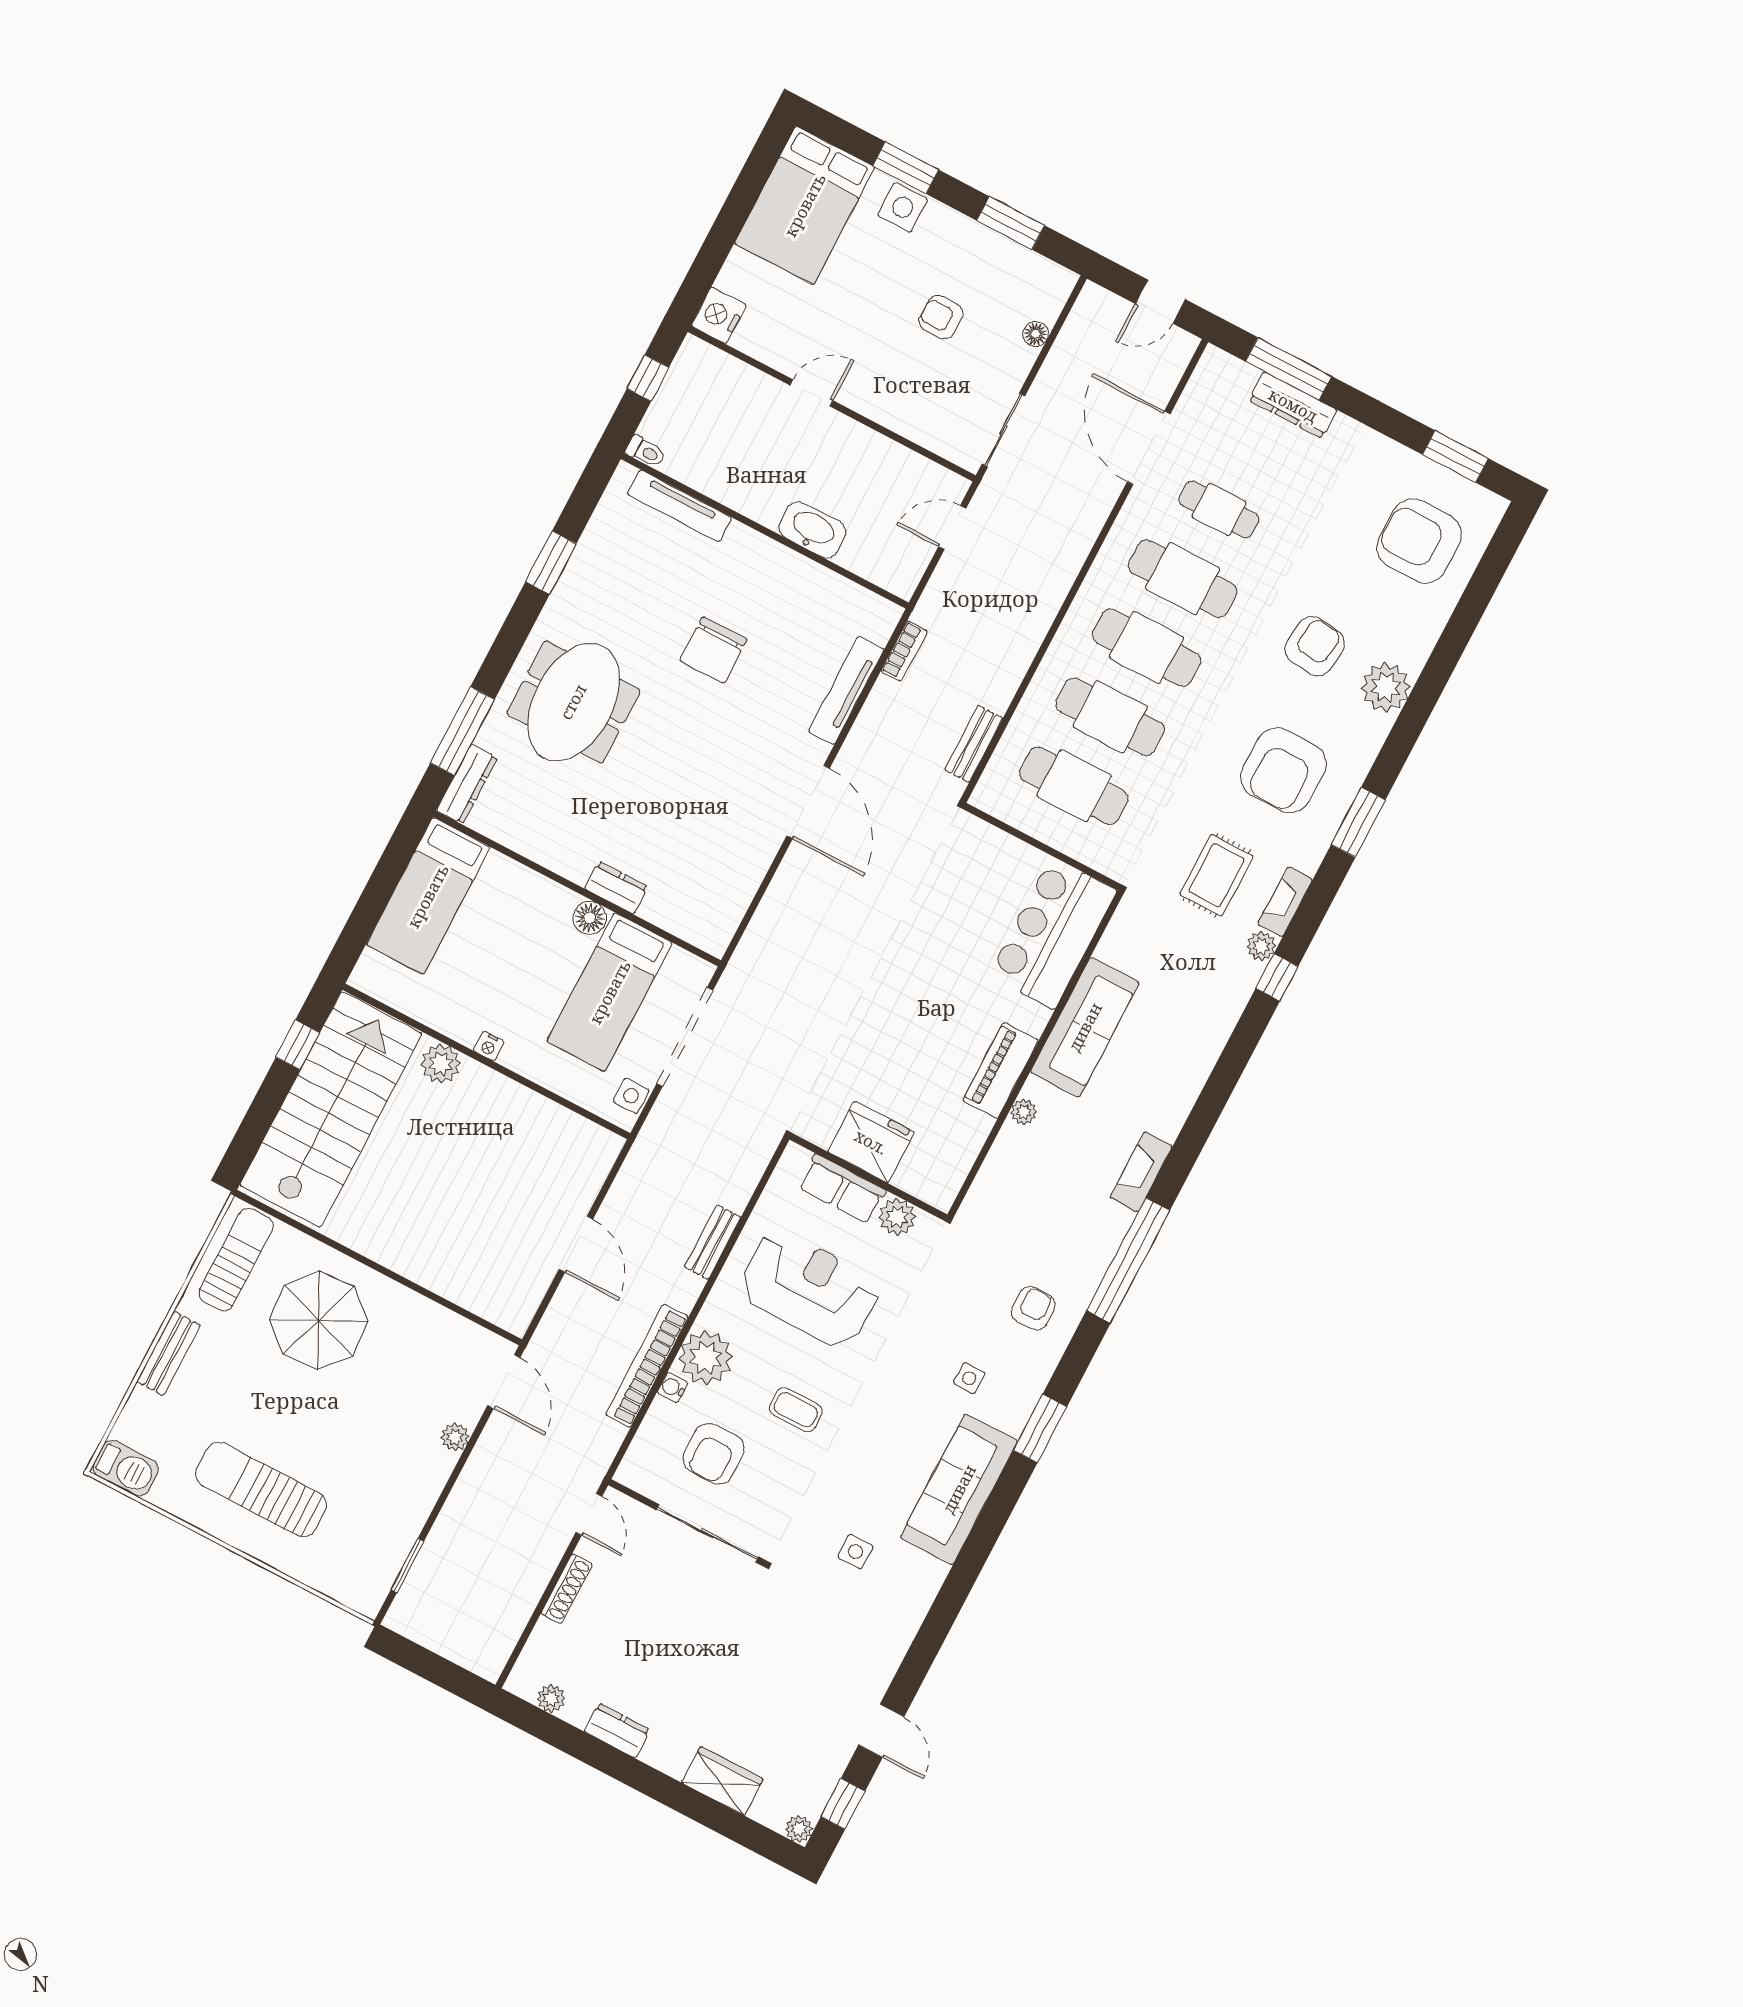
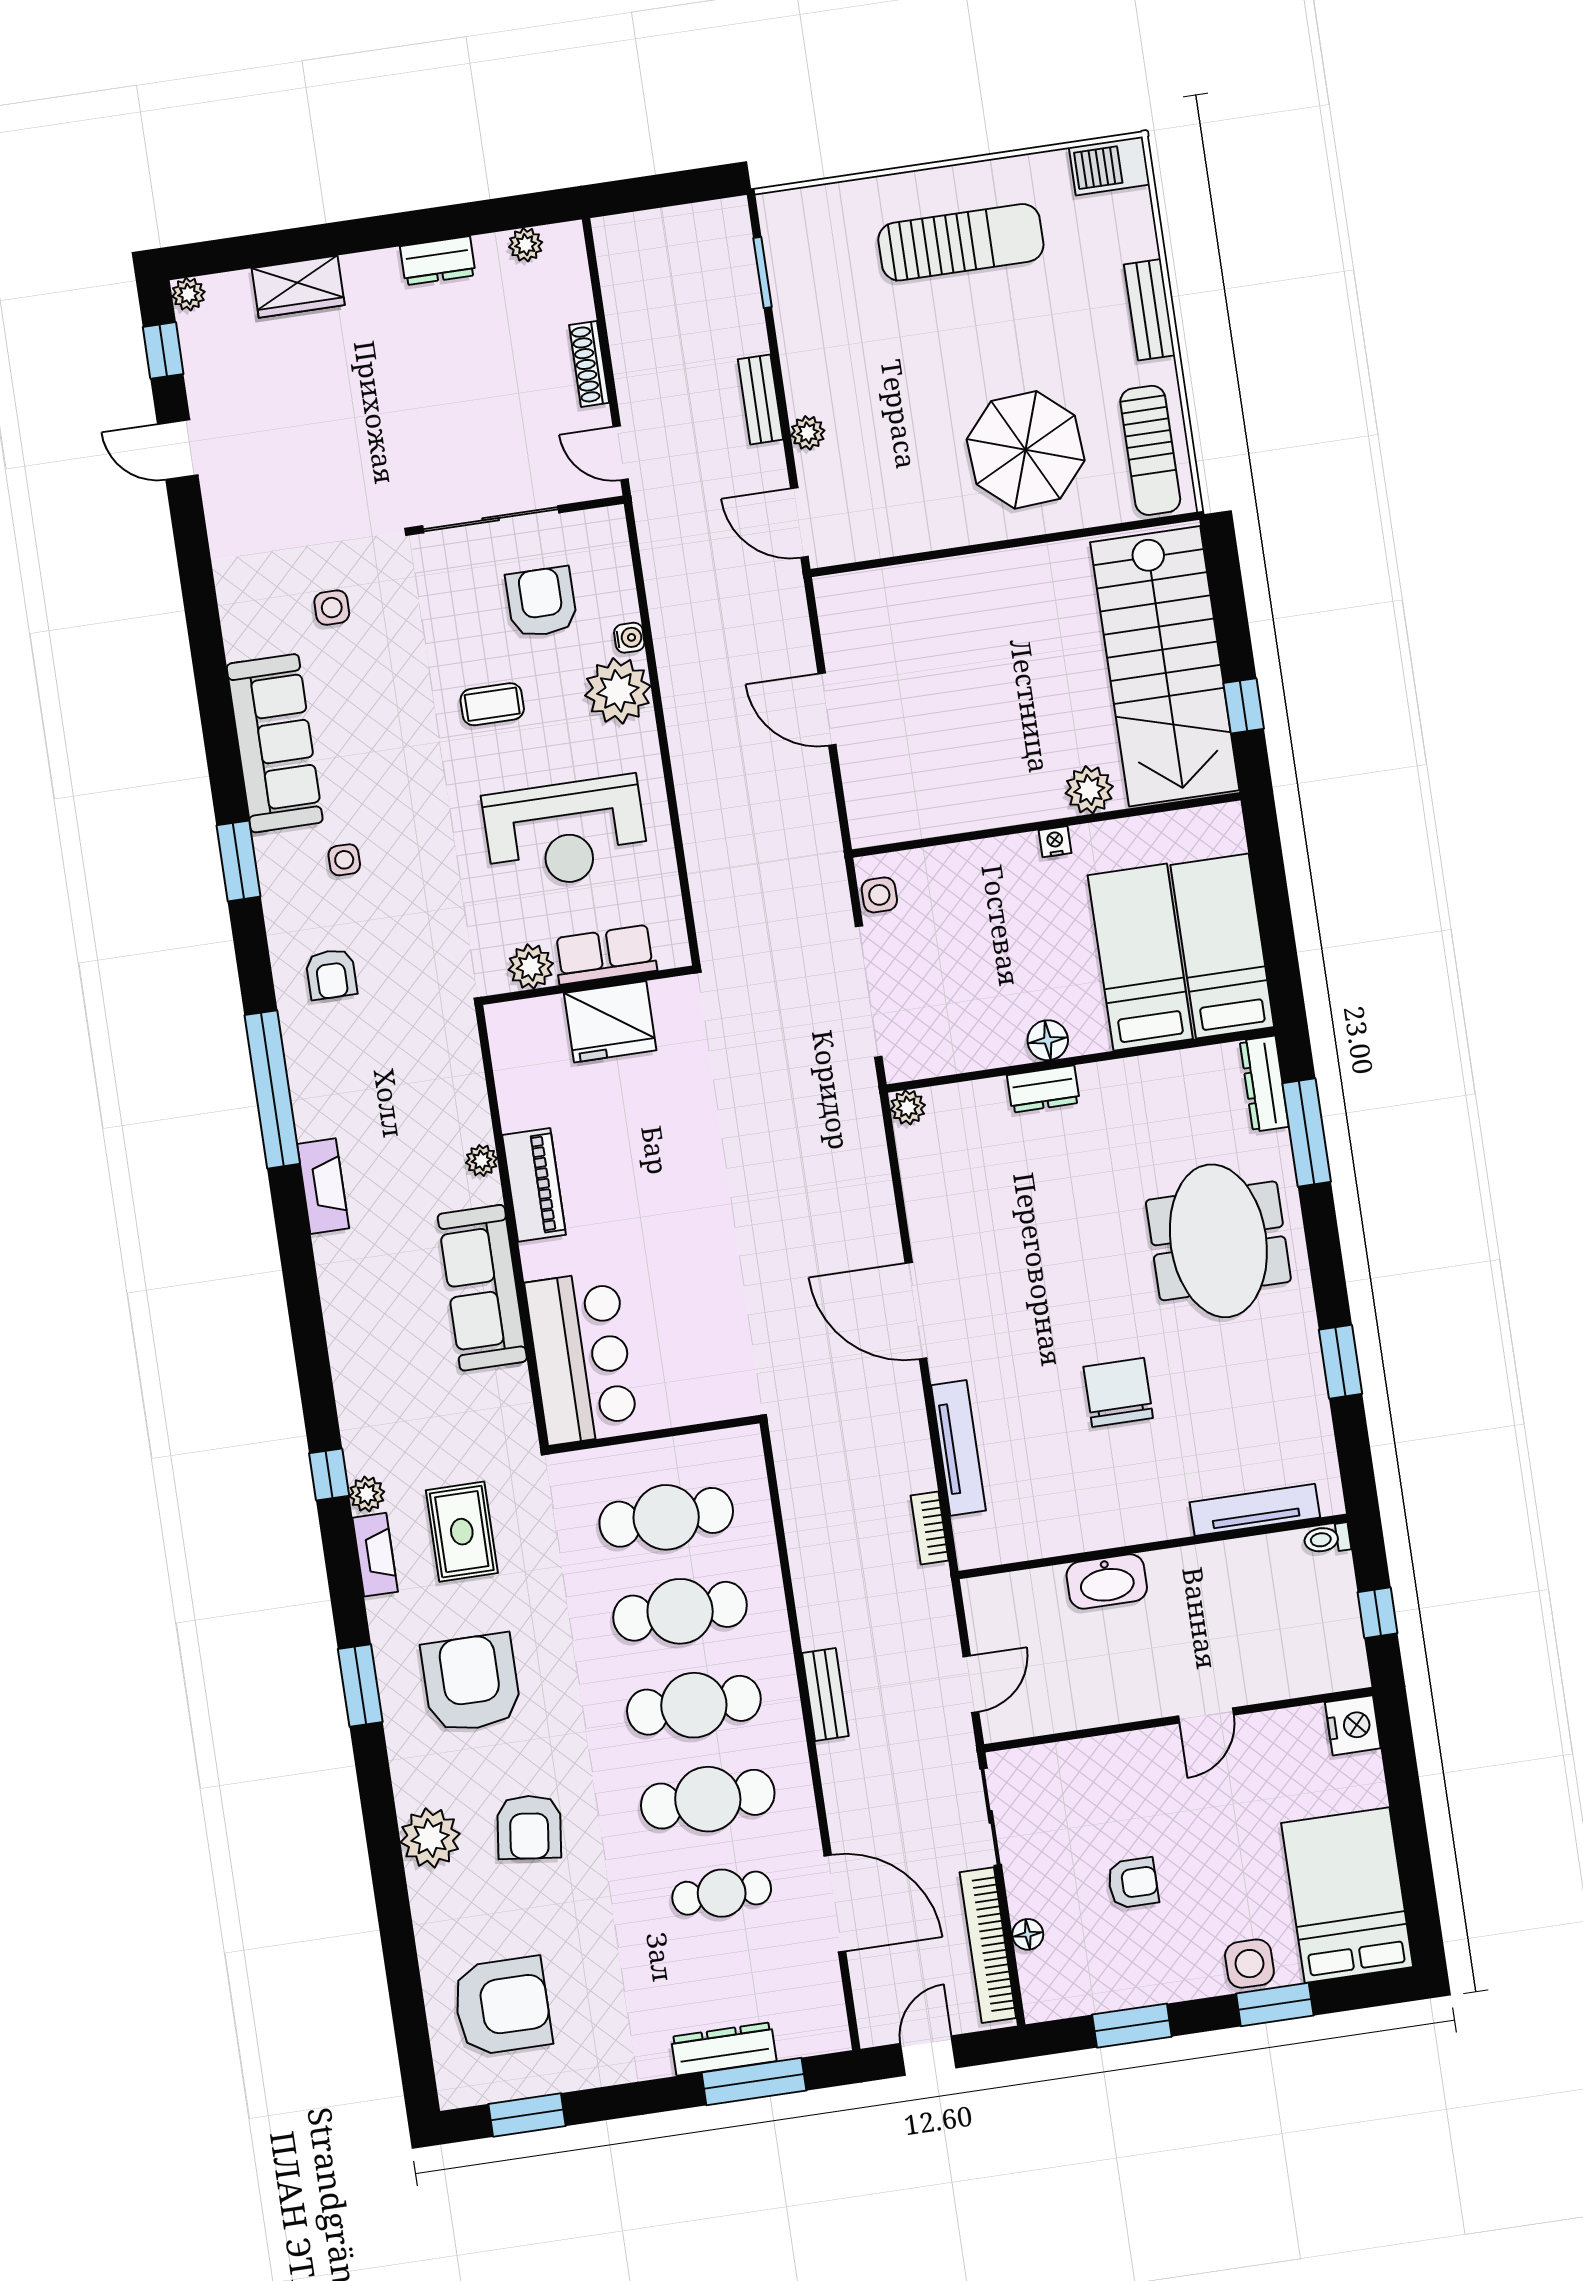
bench: (974, 744) -> (825, 1695), moved
plant: (715, 941) -> (908, 1107), added
bed: (610, 992) -> (1140, 957), moved
bench: (713, 1242) -> (760, 399), moved
bookcase: (647, 1366) -> (988, 1945), moved, turned 180

